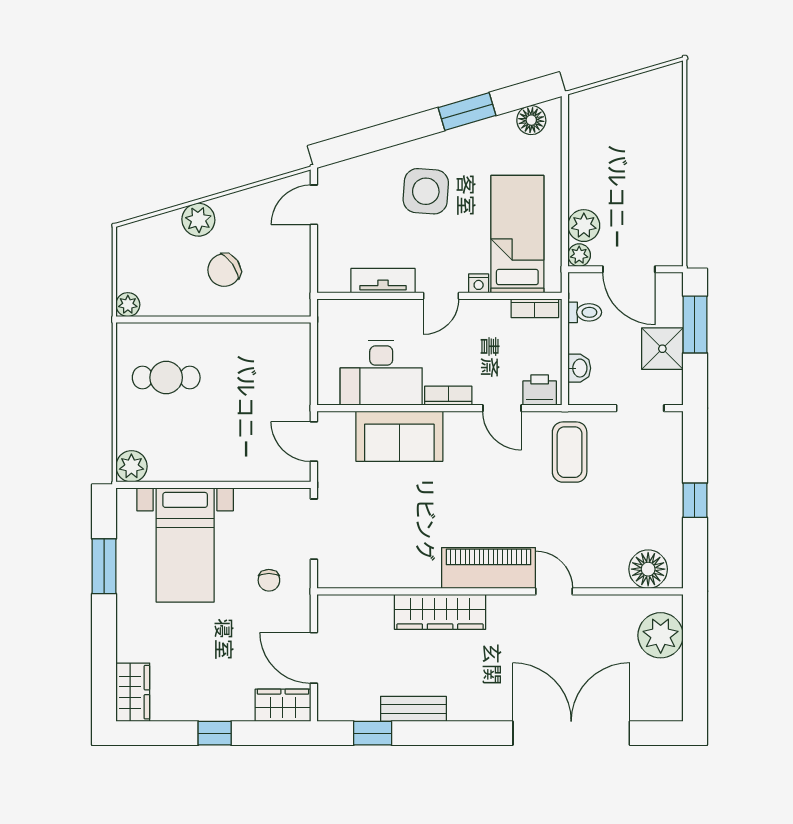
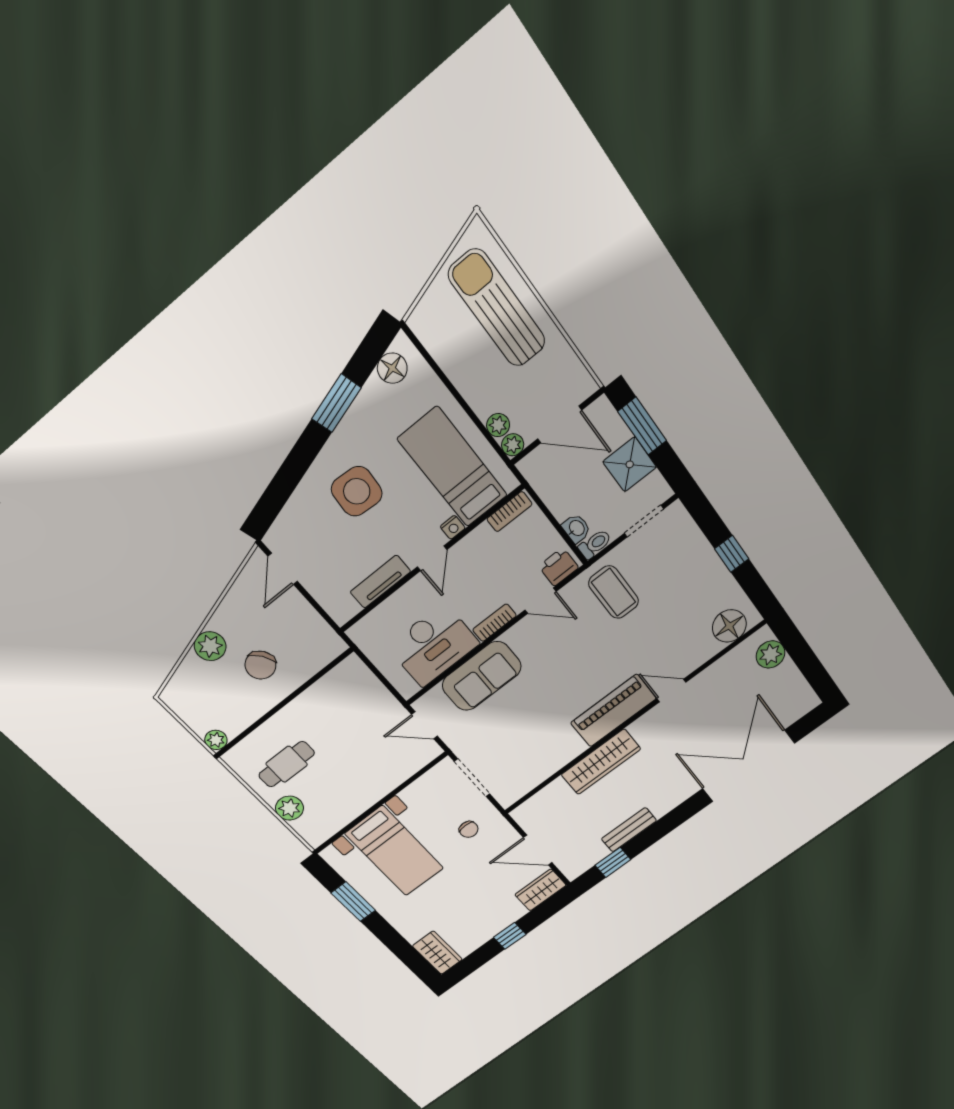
sun lounger: (646, 140) -> (497, 308), added
plant: (584, 226) -> (498, 425), width x0.73, depth x0.73
toilet: (585, 312) -> (595, 544), moved
plant: (131, 466) -> (289, 808), moved
plant: (661, 635) -> (770, 654), width x0.73, depth x0.73

